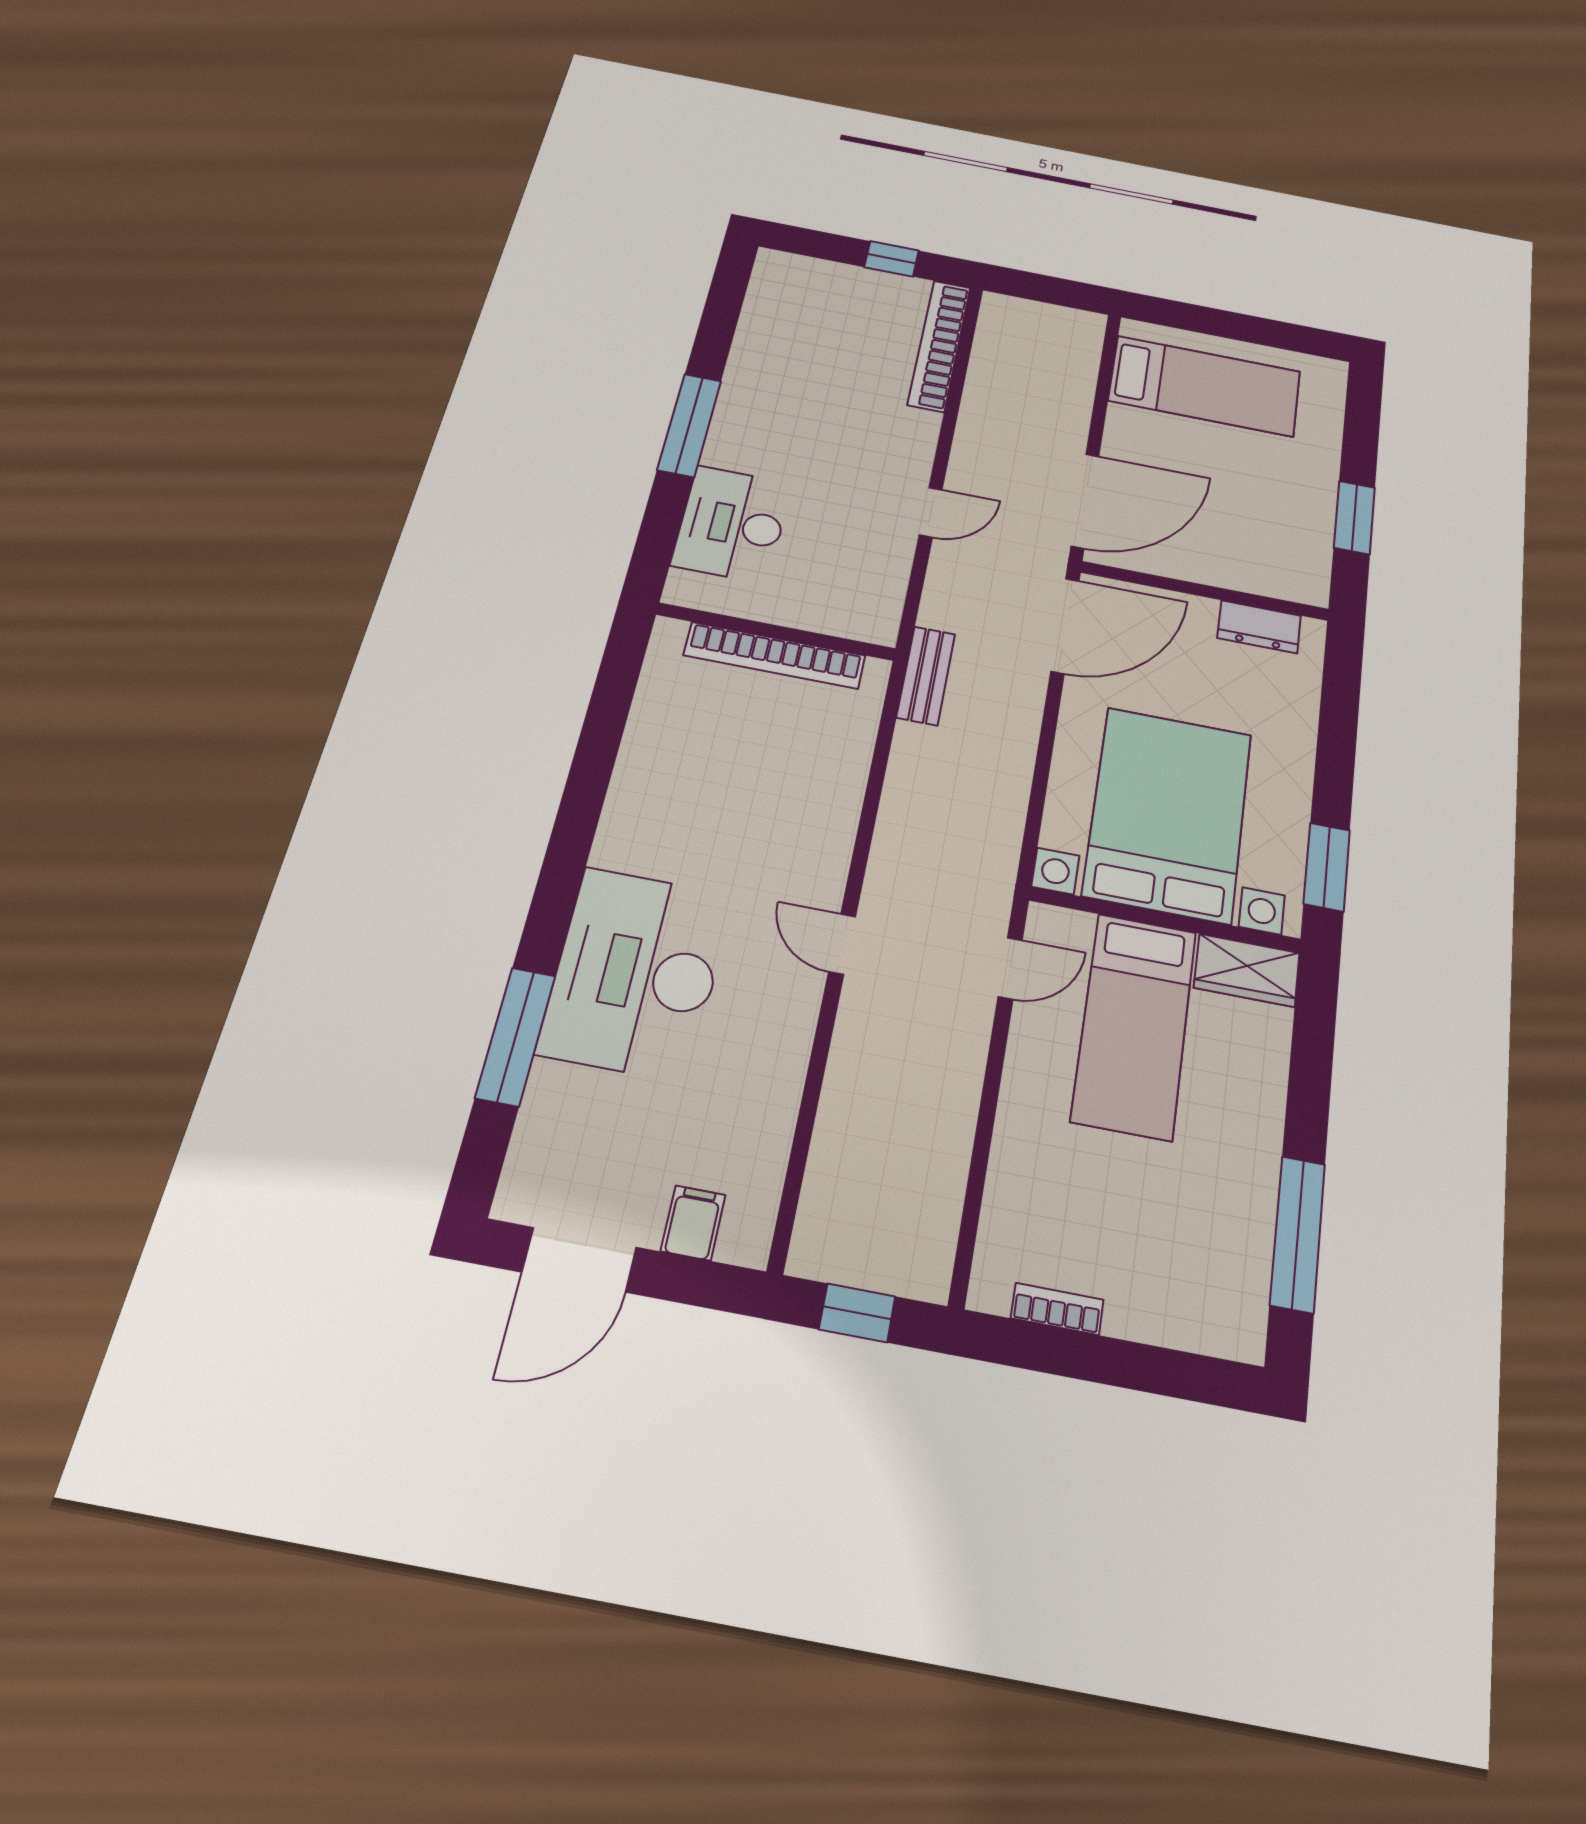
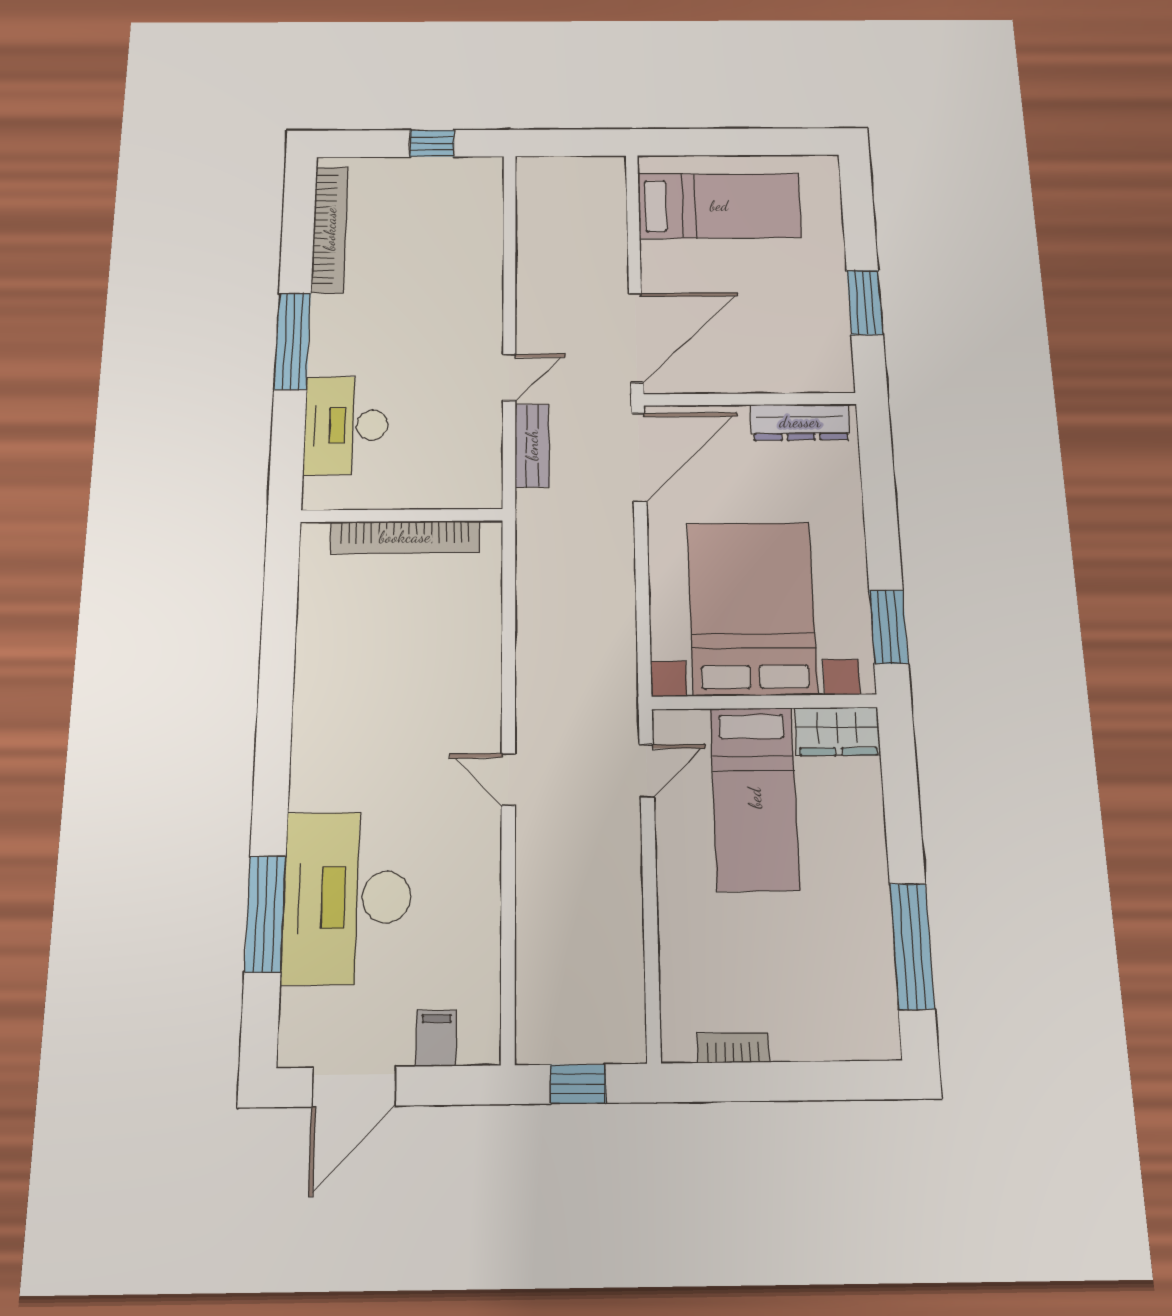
bookcase: (939, 345) -> (330, 229), moved, turned 180
dresser: (1259, 627) -> (800, 422), width x1.44
bench: (926, 676) -> (532, 445), moved
desk: (636, 973) -> (347, 897), moved

